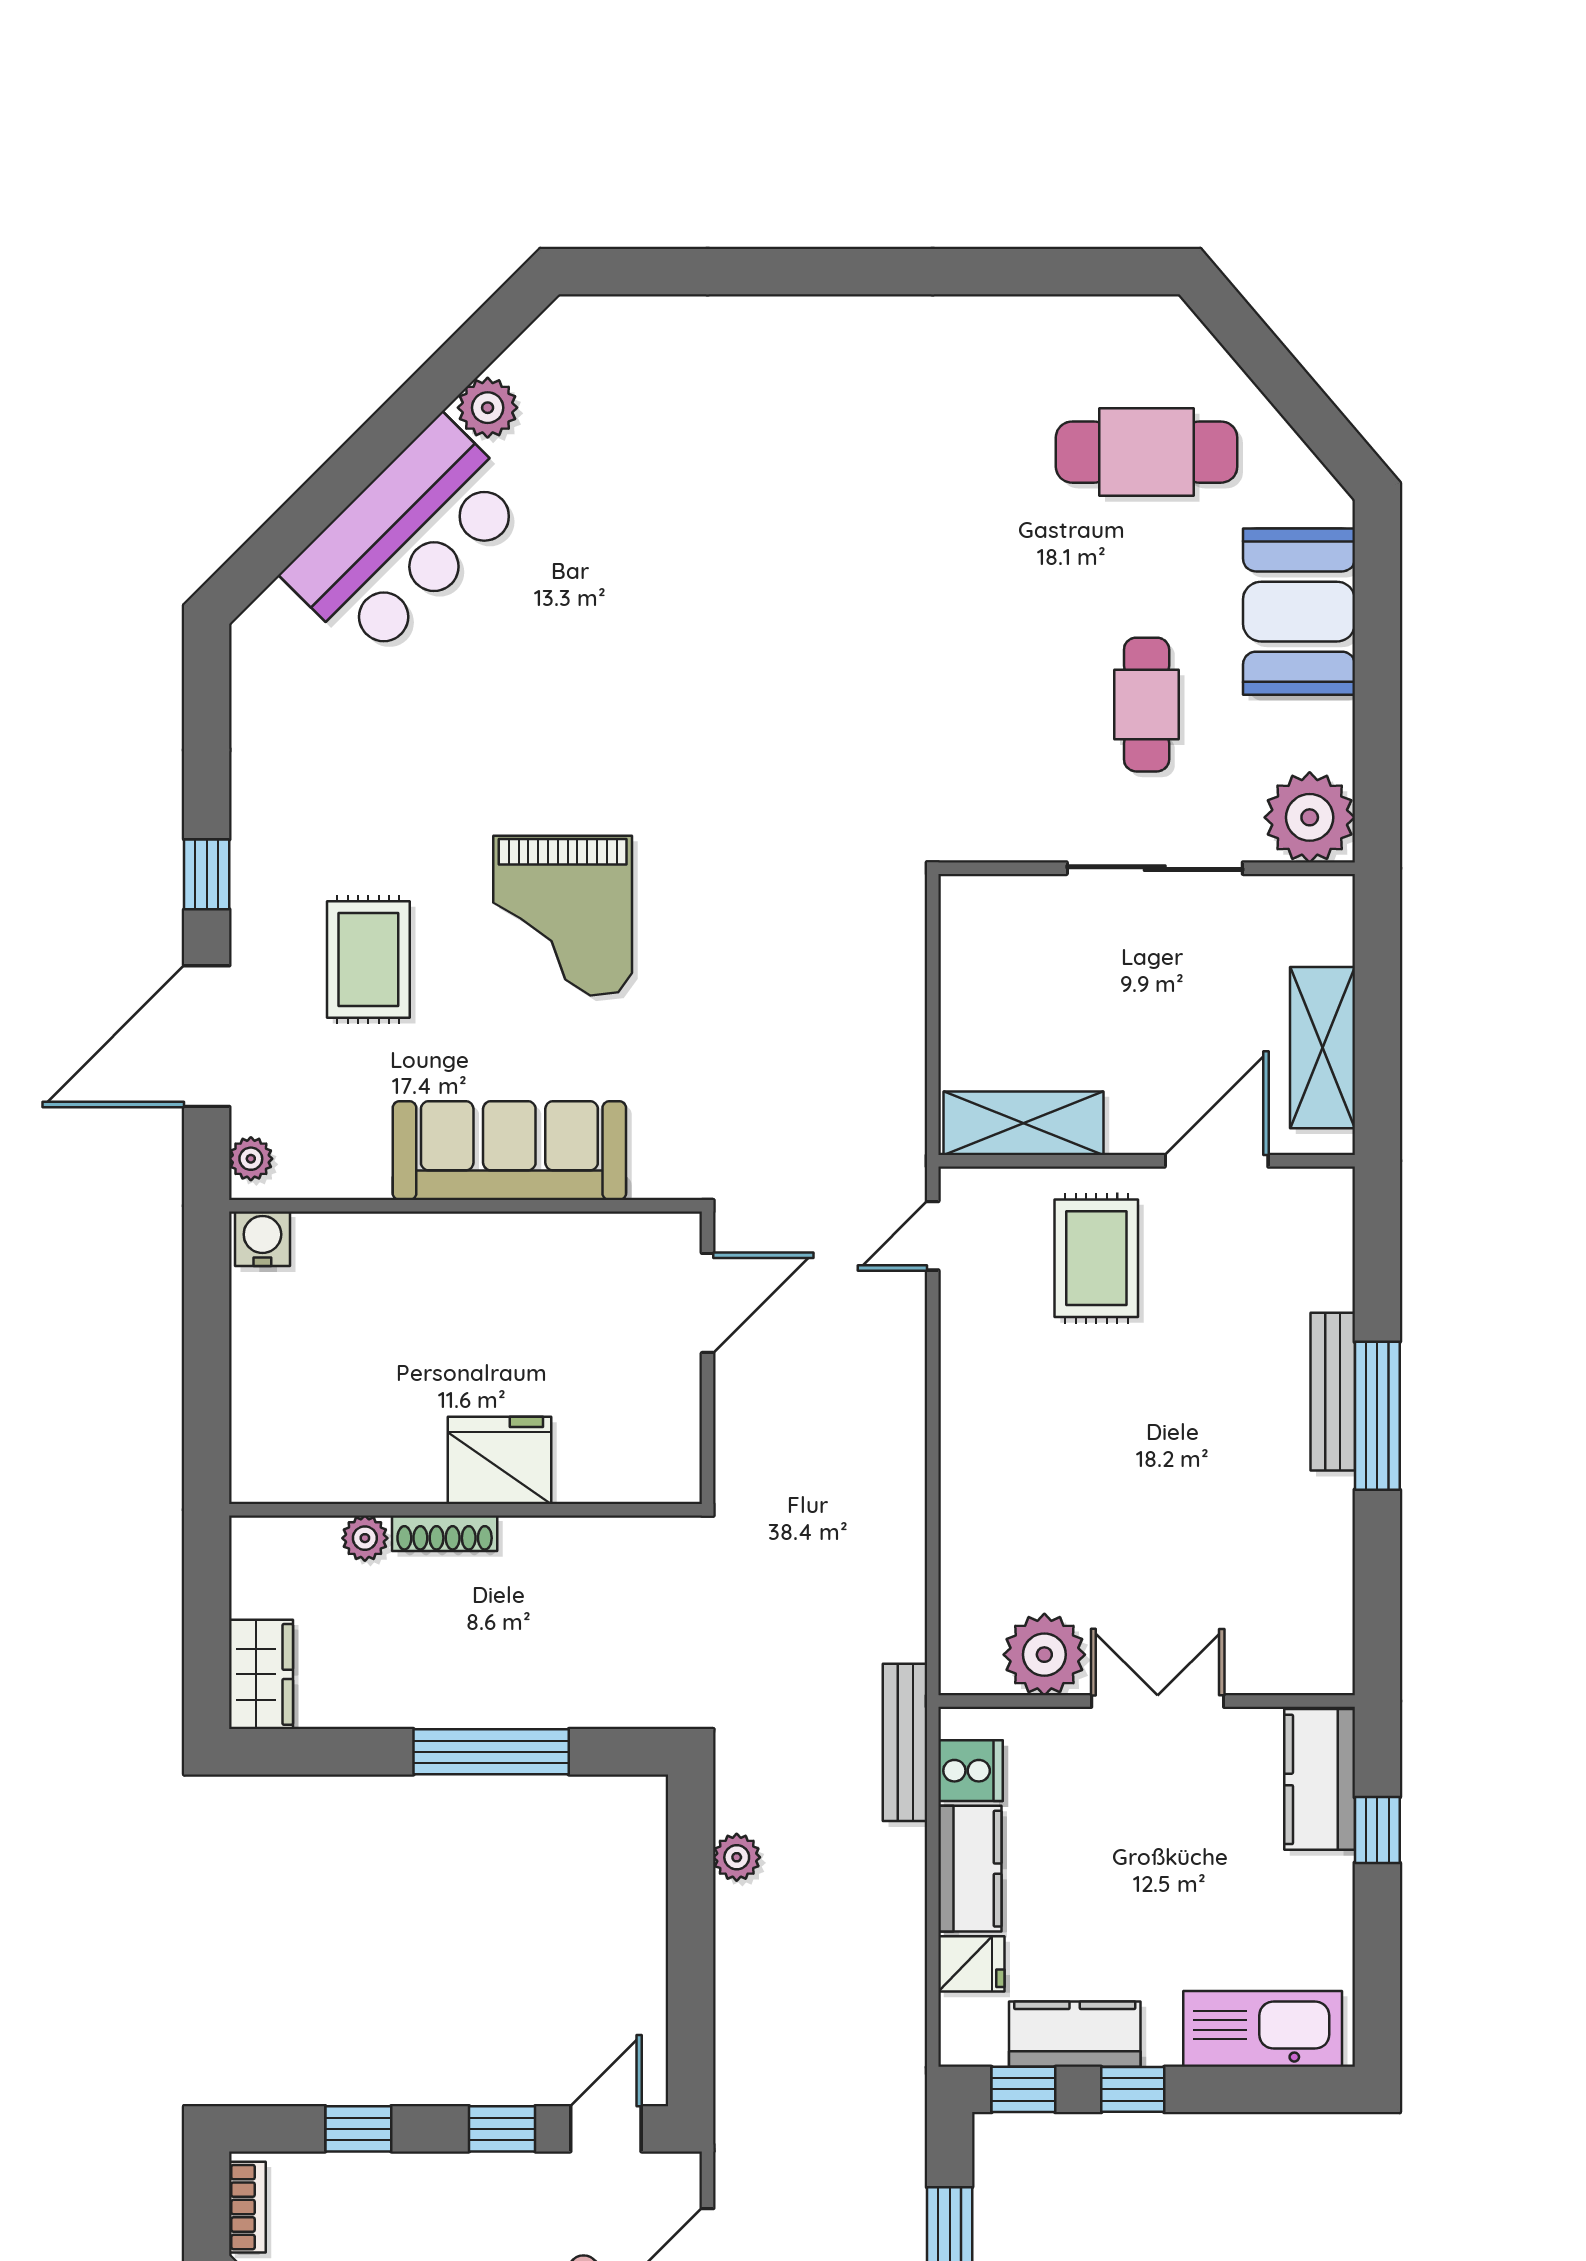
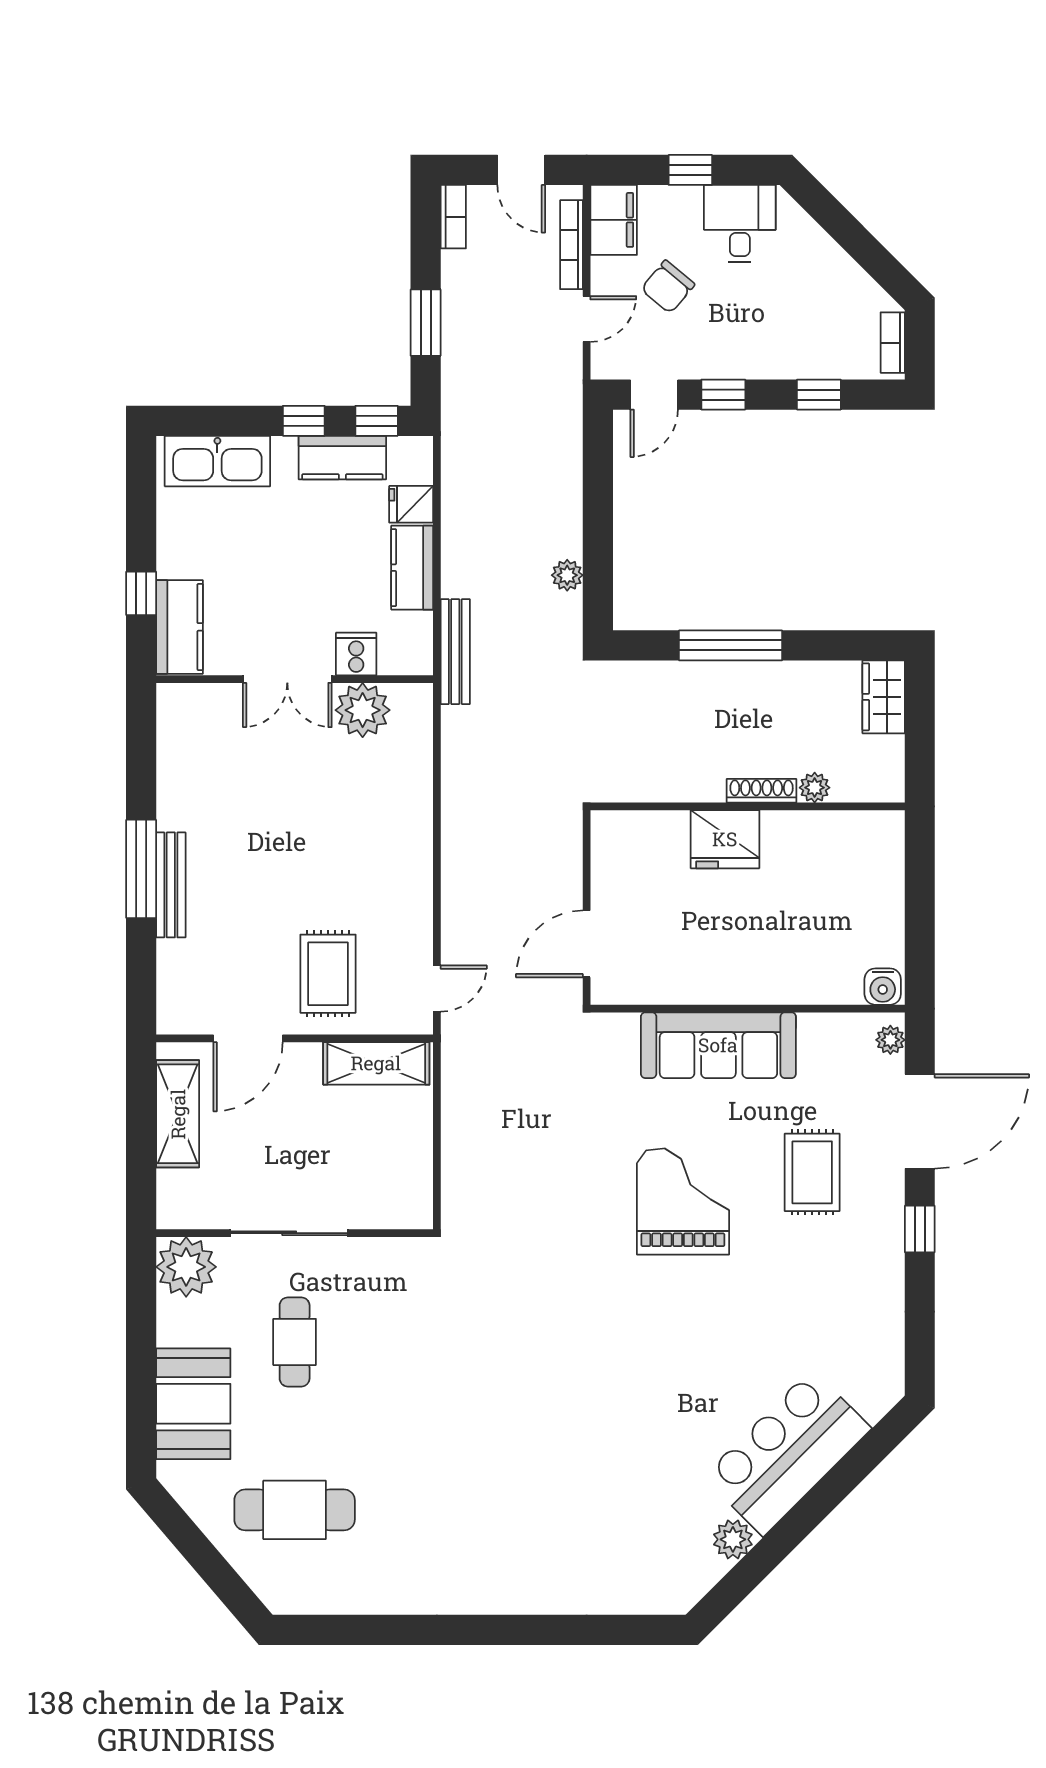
cooker: (970, 1771) -> (356, 654), moved, turned 90

